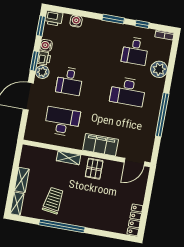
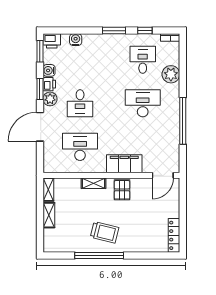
desk: (135, 51) -> (143, 60), turned 180
desk: (128, 92) -> (143, 103), turned 180
trolley: (53, 200) -> (105, 232), moved, turned 96
shelving: (17, 204) -> (48, 190), moved

